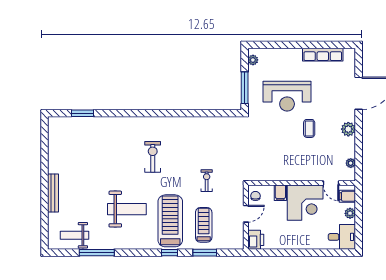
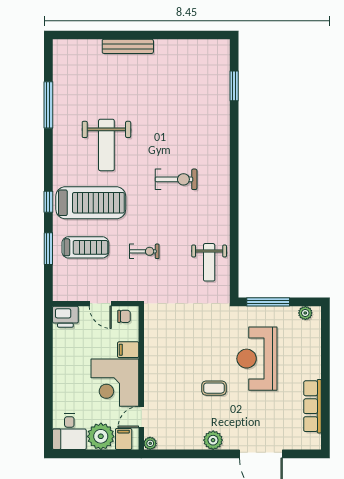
plant: (351, 163) -> (150, 443), moved
plant: (350, 213) -> (101, 436), width x1.88, depth x1.88
weight bench: (74, 235) -> (209, 262), moved, turned 180

